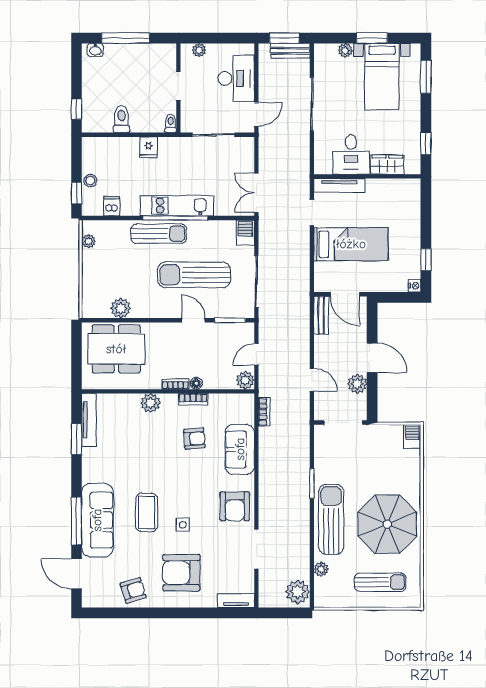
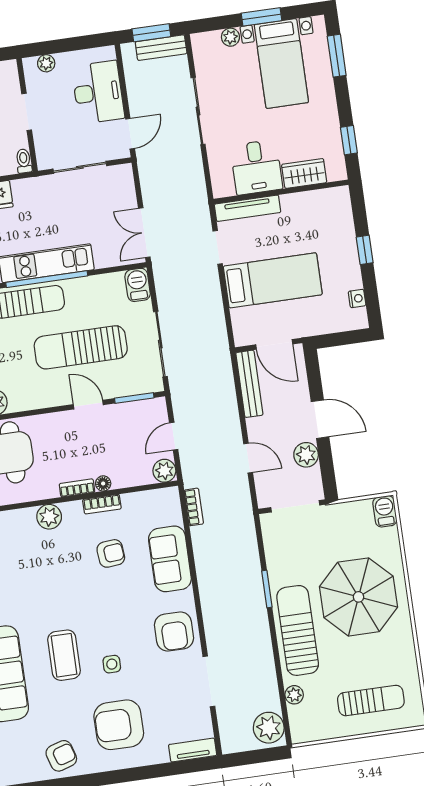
window: (426, 260) -> (365, 250), moved
nightstand: (415, 286) -> (357, 298), moved
bench: (321, 315) -> (249, 384), width x1.36
parasol: (387, 524) -> (358, 597), moved

